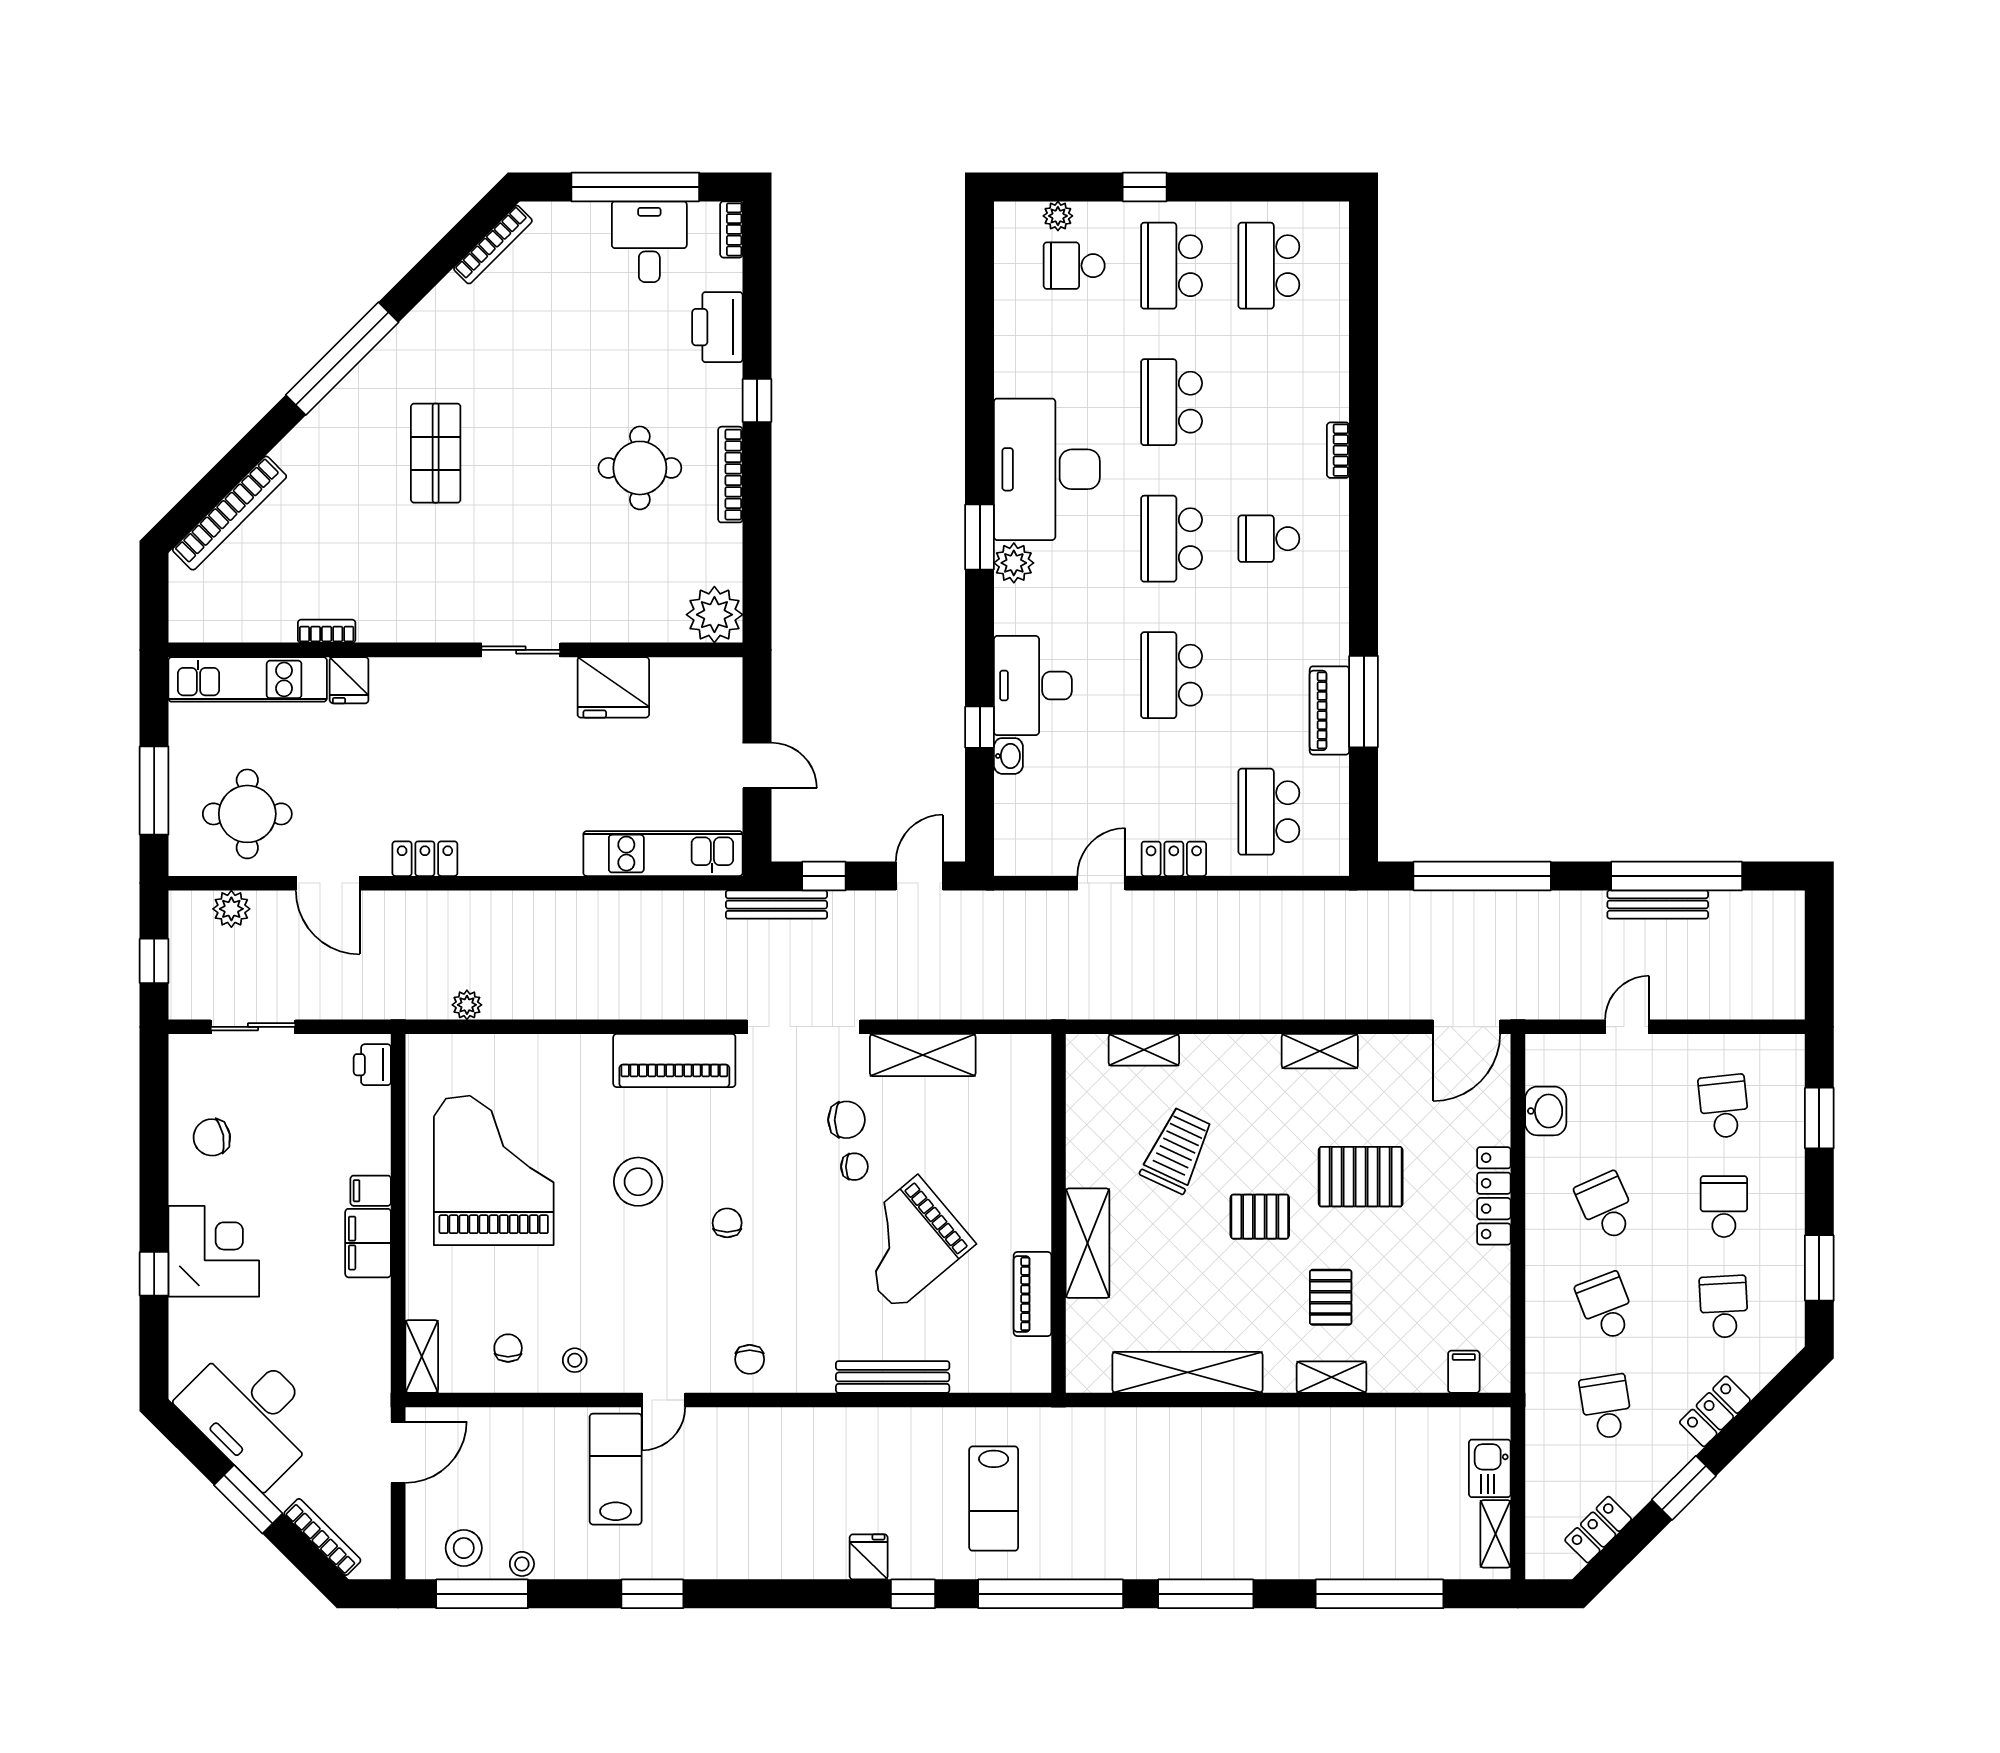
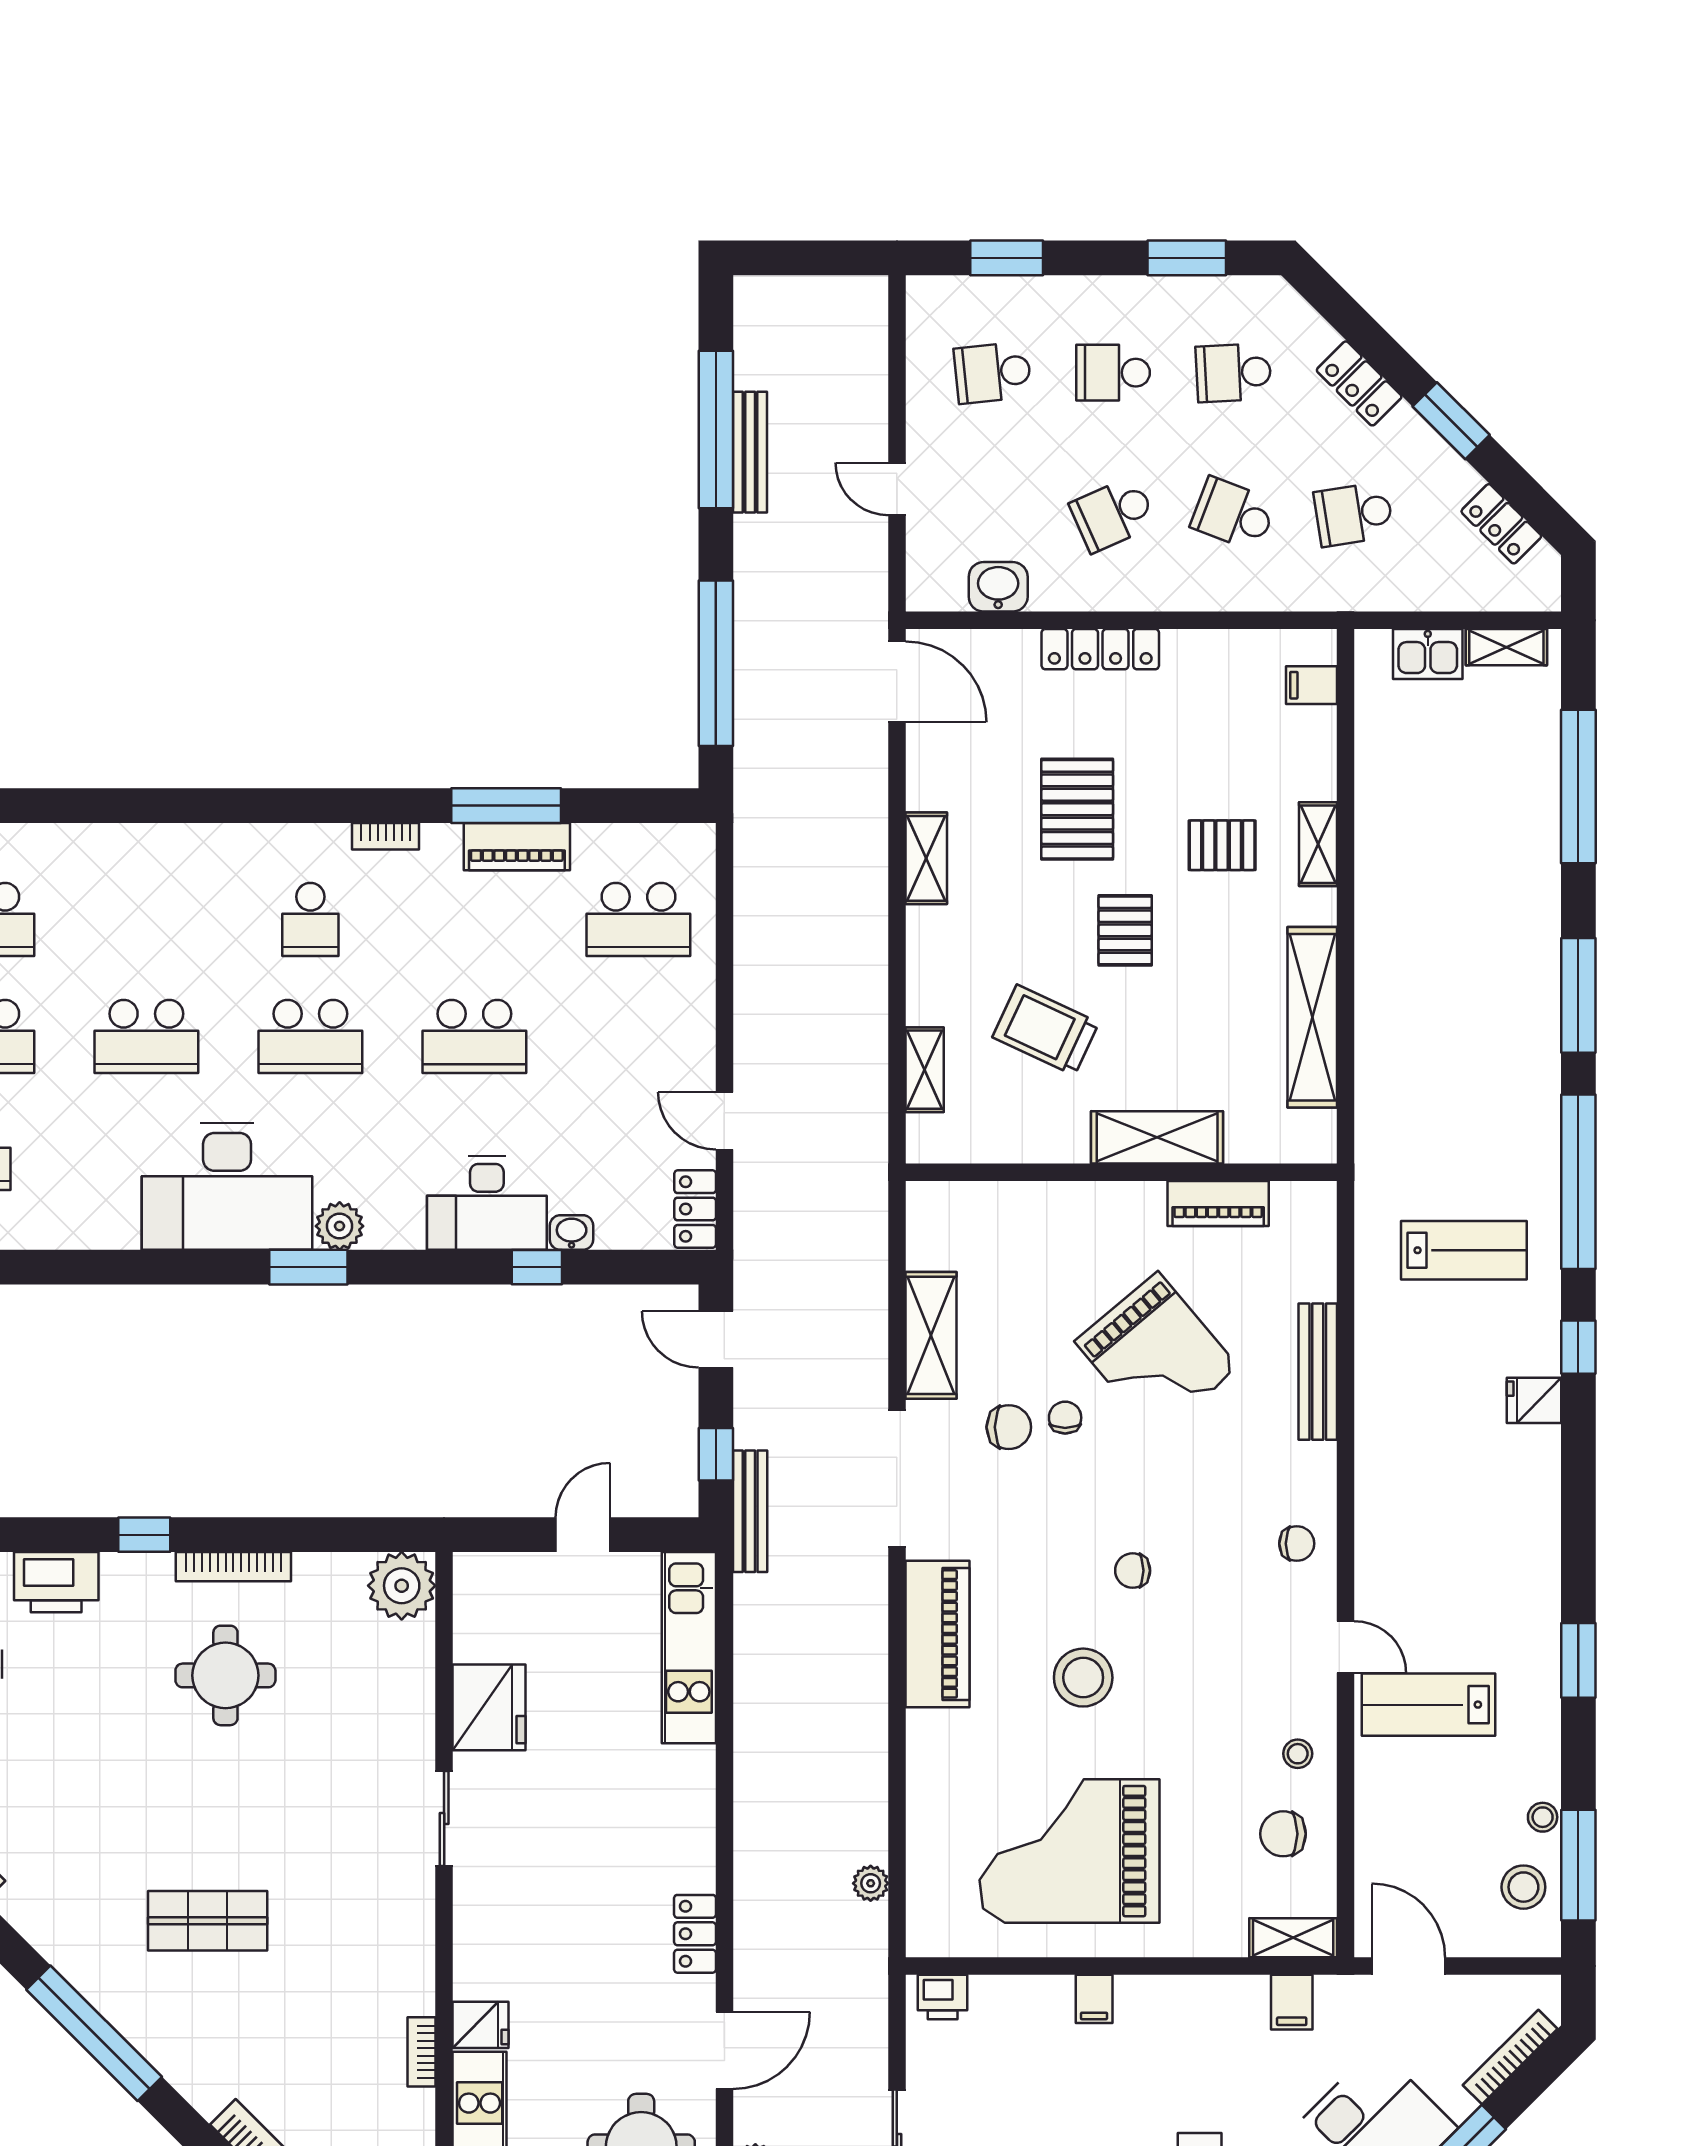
bookcase: (1338, 450) -> (386, 836), moved
locker: (1174, 859) -> (695, 1209), moved
chair: (846, 1120) -> (1009, 1427), turned 90
filing cabinet: (368, 1243) -> (1292, 2002), moved, width x0.50
school desk: (1606, 1307) -> (1233, 514), turned 42
chair: (508, 1348) -> (1283, 1834), width x1.37, depth x1.37

